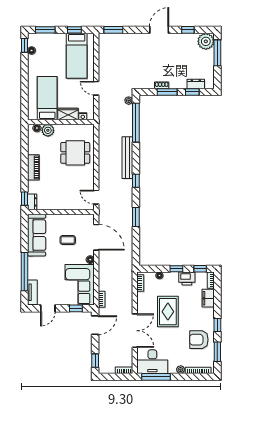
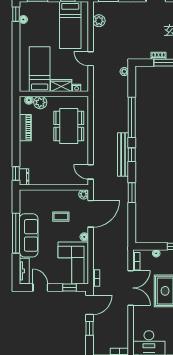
plant: (104, 52) -> (99, 21), added
window: (136, 123) -> (132, 117), moved
dining table: (75, 153) -> (69, 126), width x1.38
bench: (127, 158) -> (123, 155), moved
piano: (33, 167) -> (25, 128), moved
plant: (90, 219) -> (84, 194), added
sofa: (37, 235) -> (29, 235), moved
door: (96, 237) -> (91, 214), hinge flipped
window: (24, 272) -> (16, 233), moved
door: (48, 308) -> (40, 288), swing flipped
double door: (135, 331) -> (131, 288), moved
window: (95, 361) -> (89, 328), moved

